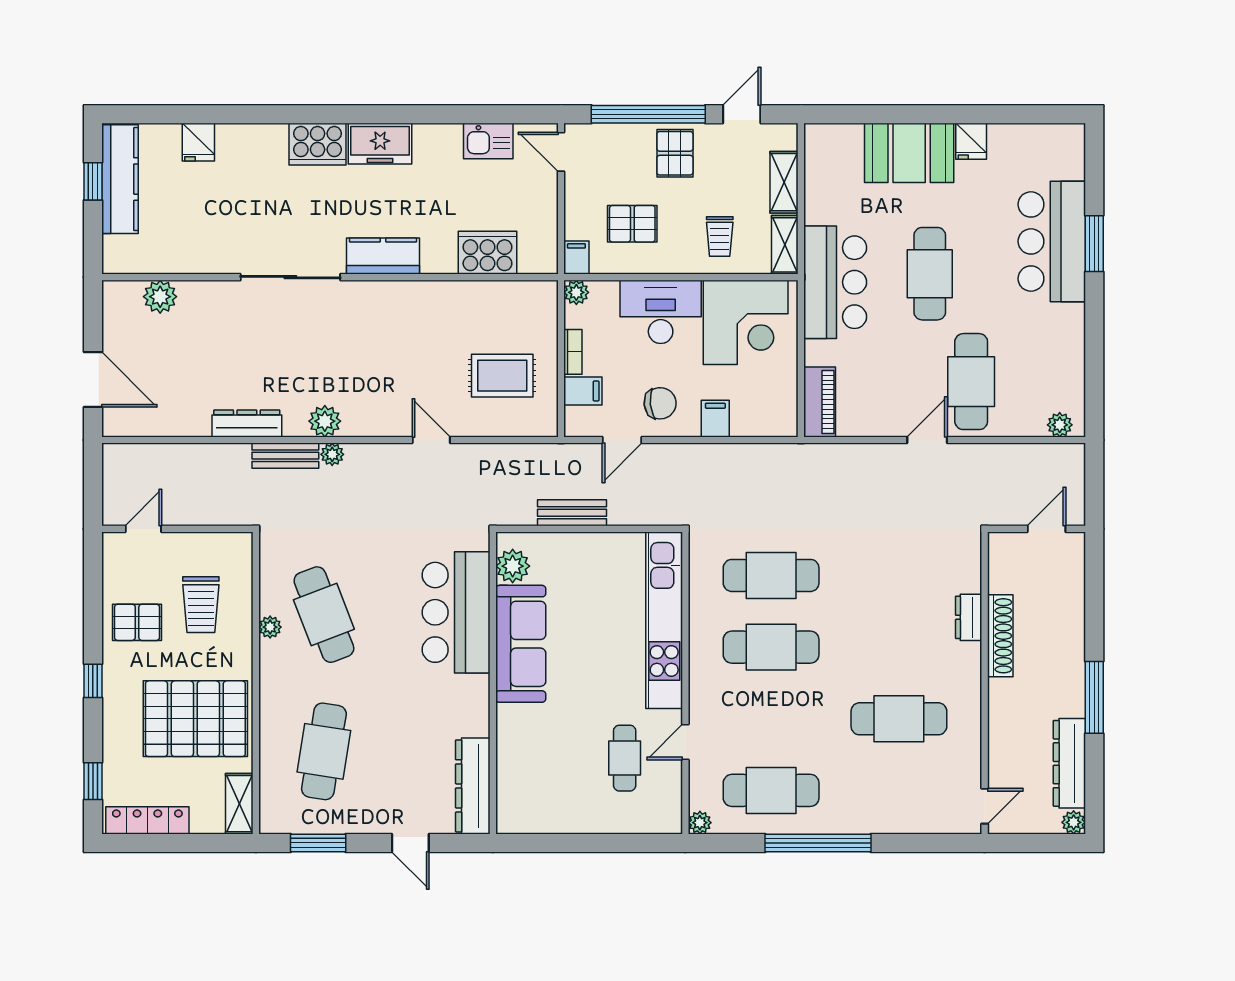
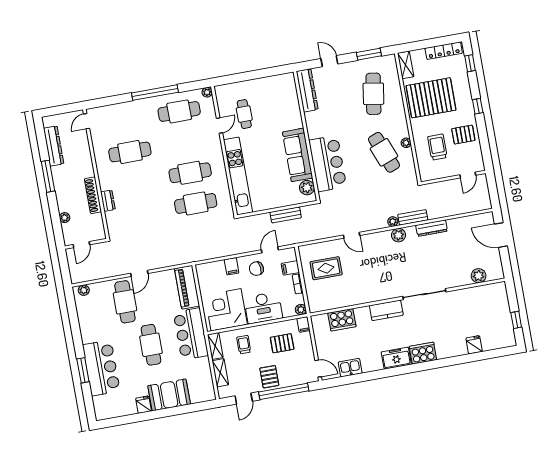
kitchen counter: (120, 179) -> (505, 323), removed
piano: (820, 402) -> (187, 287), width x1.37, depth x1.33
plant: (1074, 822) -> (65, 218), moved

